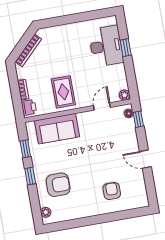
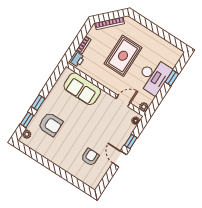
desk: (106, 46) -> (154, 76), moved
rug: (63, 92) -> (123, 56), moved, width x1.36, depth x1.43
window: (138, 119) -> (131, 142), moved
window: (25, 149) -> (27, 120), moved
armchair: (112, 191) -> (90, 157), moved

